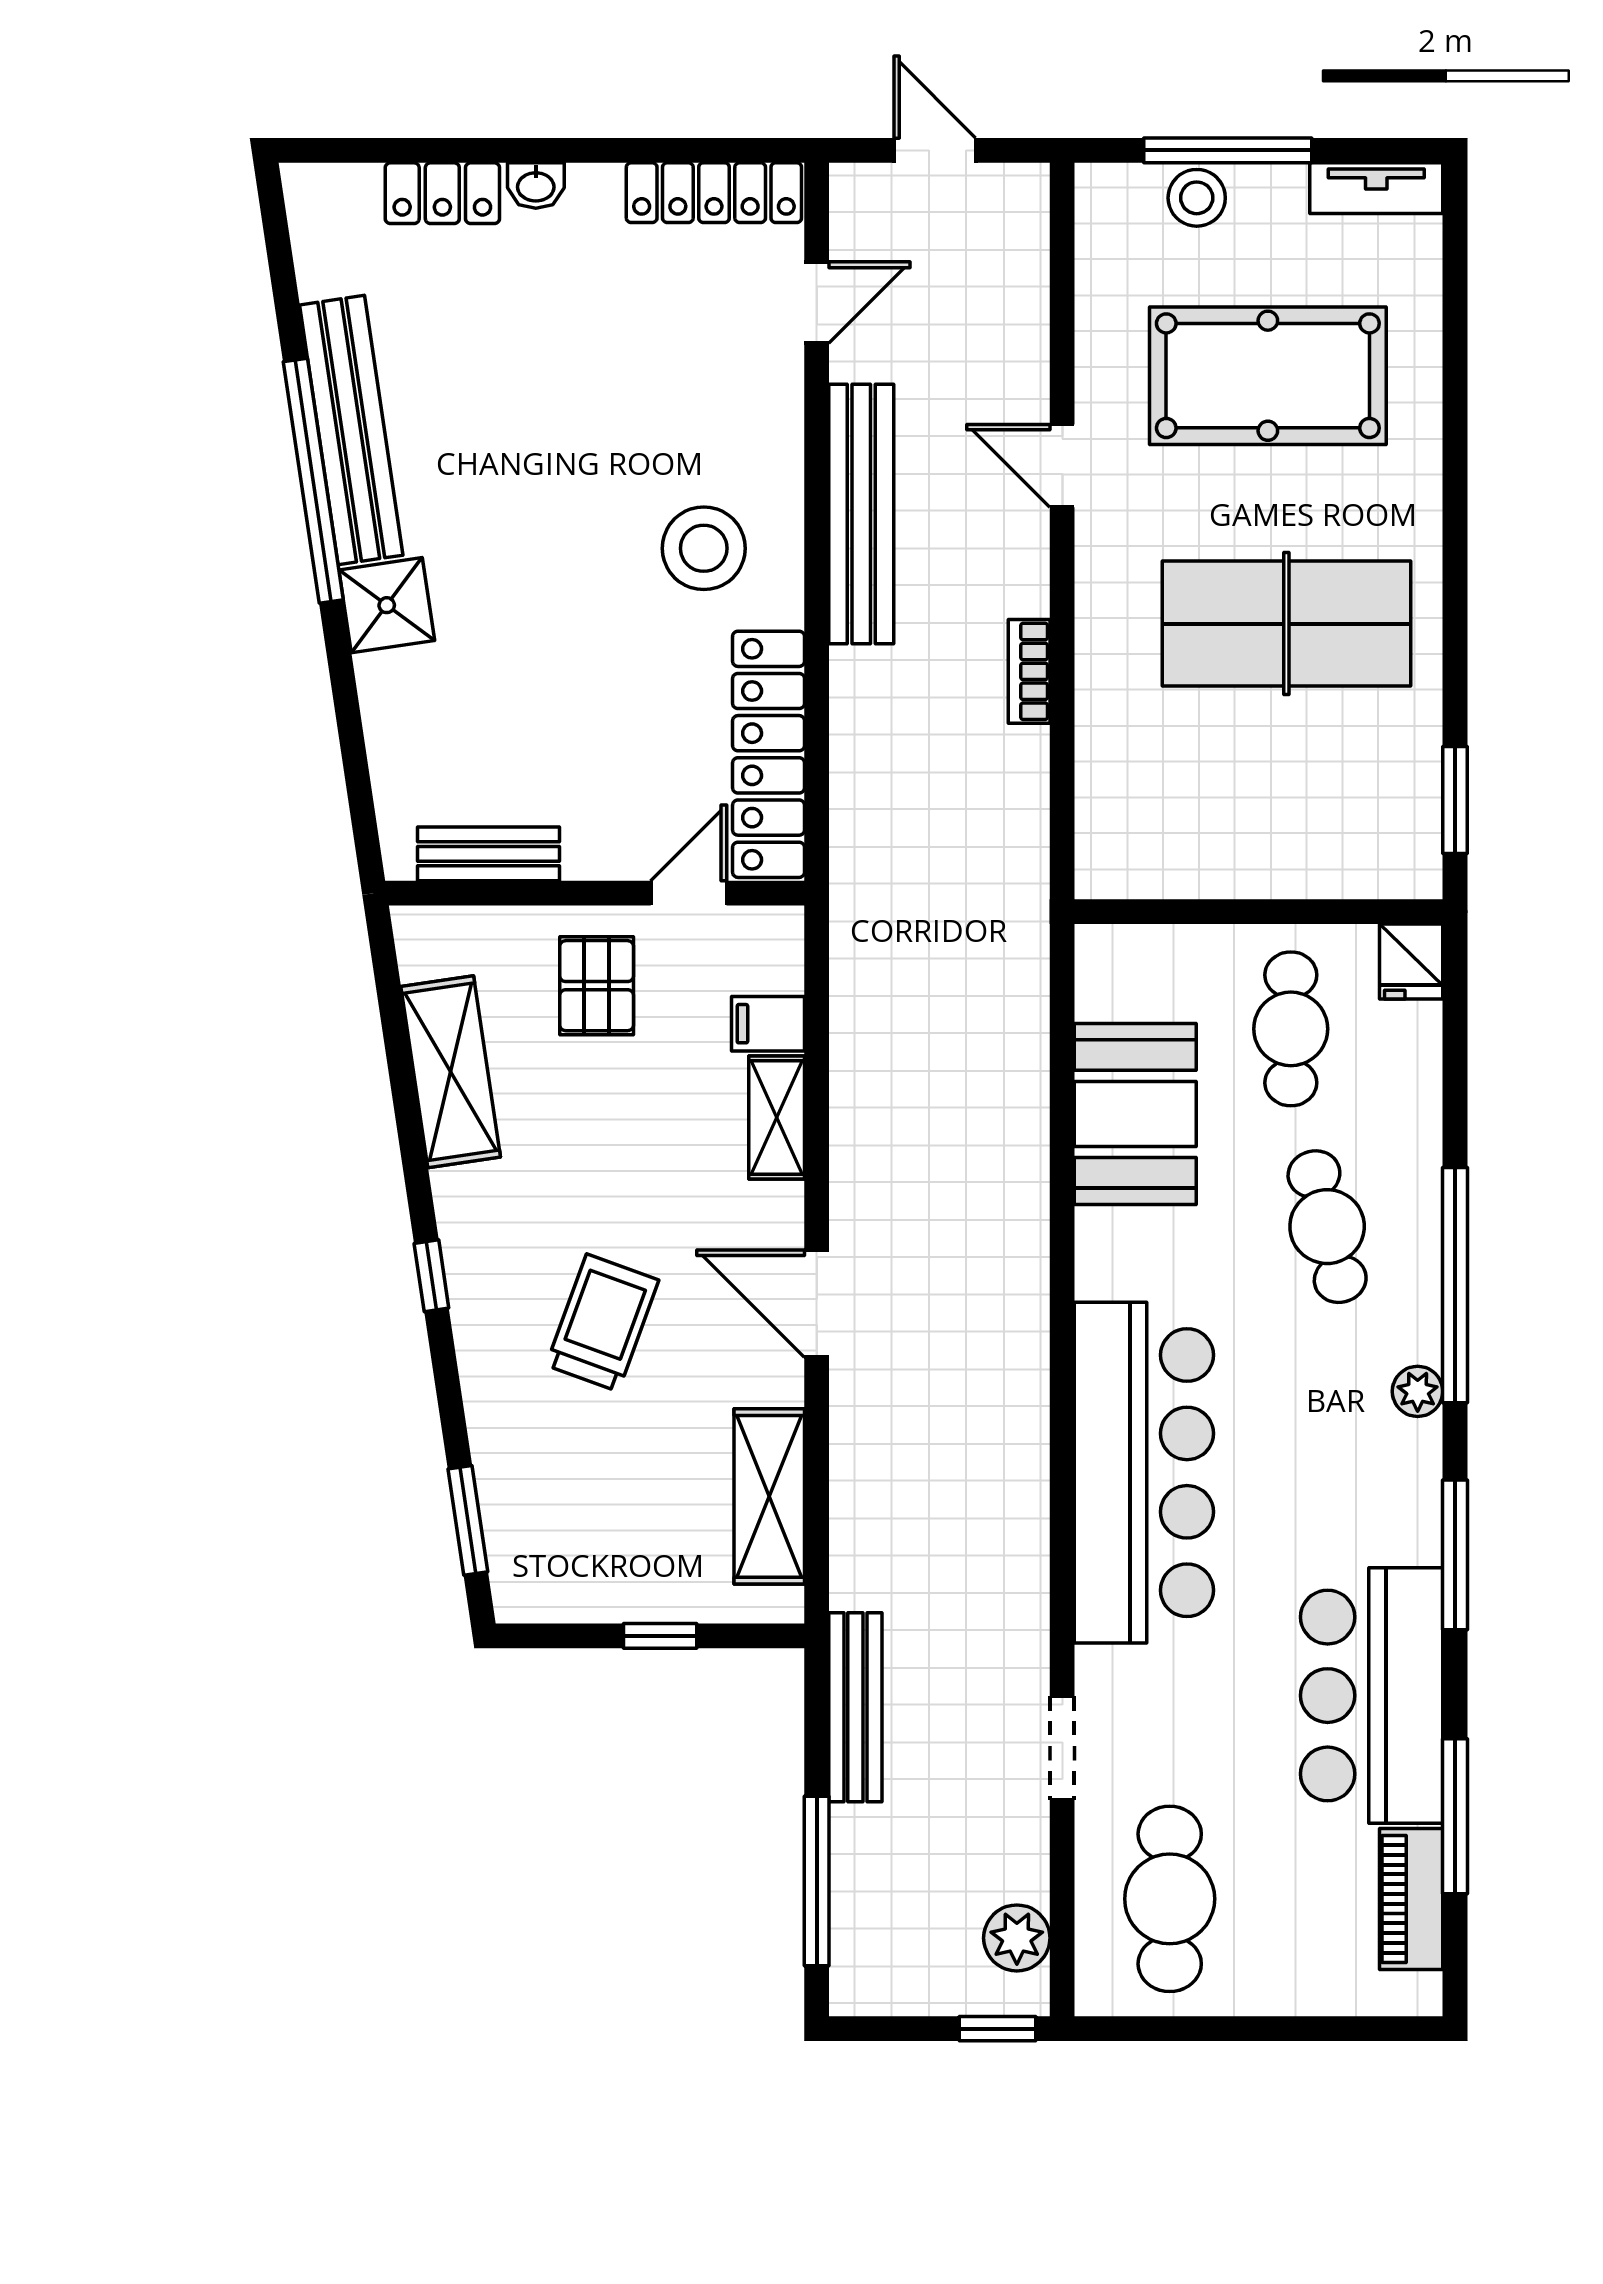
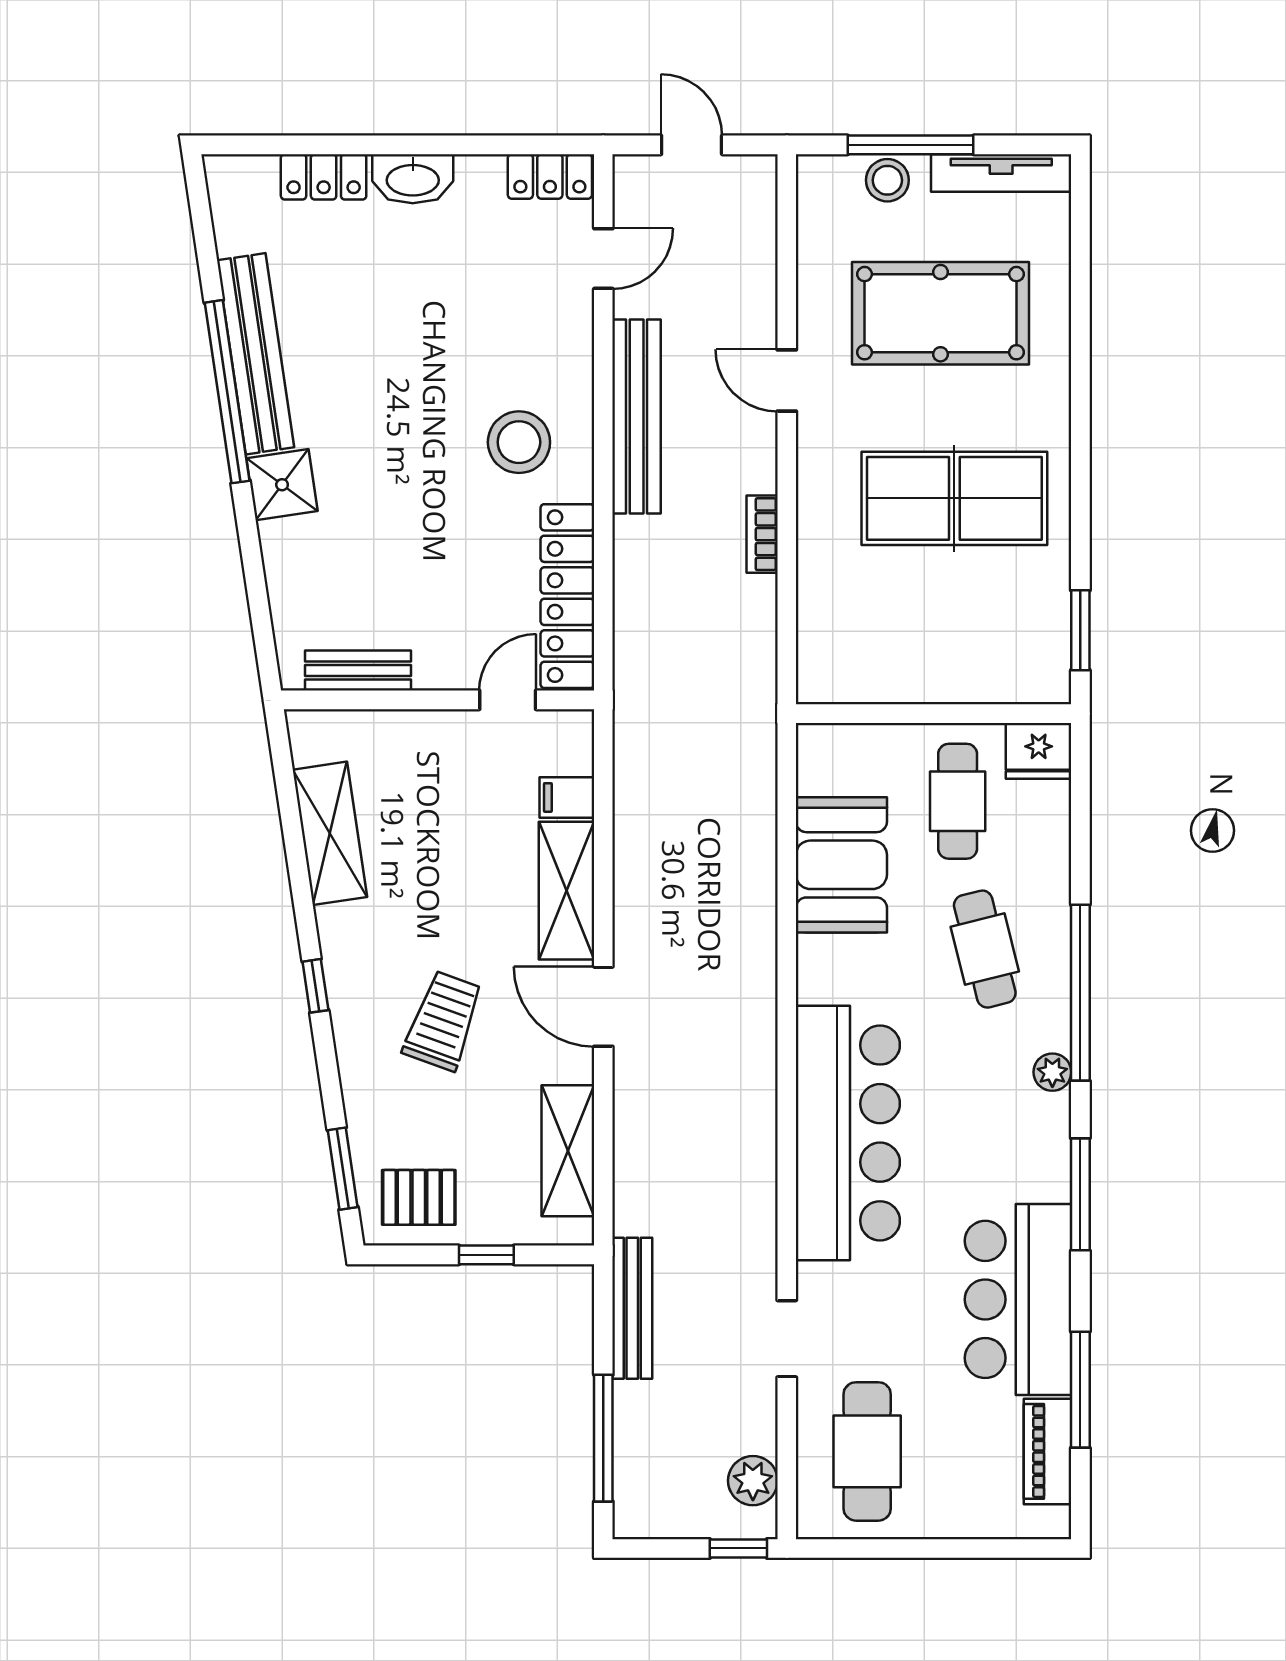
washbasin: (536, 186) -> (413, 179), width x1.91, depth x1.45
tv unit: (1376, 188) -> (1001, 173), width x1.41
locker: (714, 193) -> (550, 176), width x0.66
fridge: (1411, 961) -> (1039, 751), width x1.38
pallet: (597, 986) -> (419, 1197), moved, turned 90
shelving: (777, 1118) -> (567, 891), width x1.50, depth x1.33

